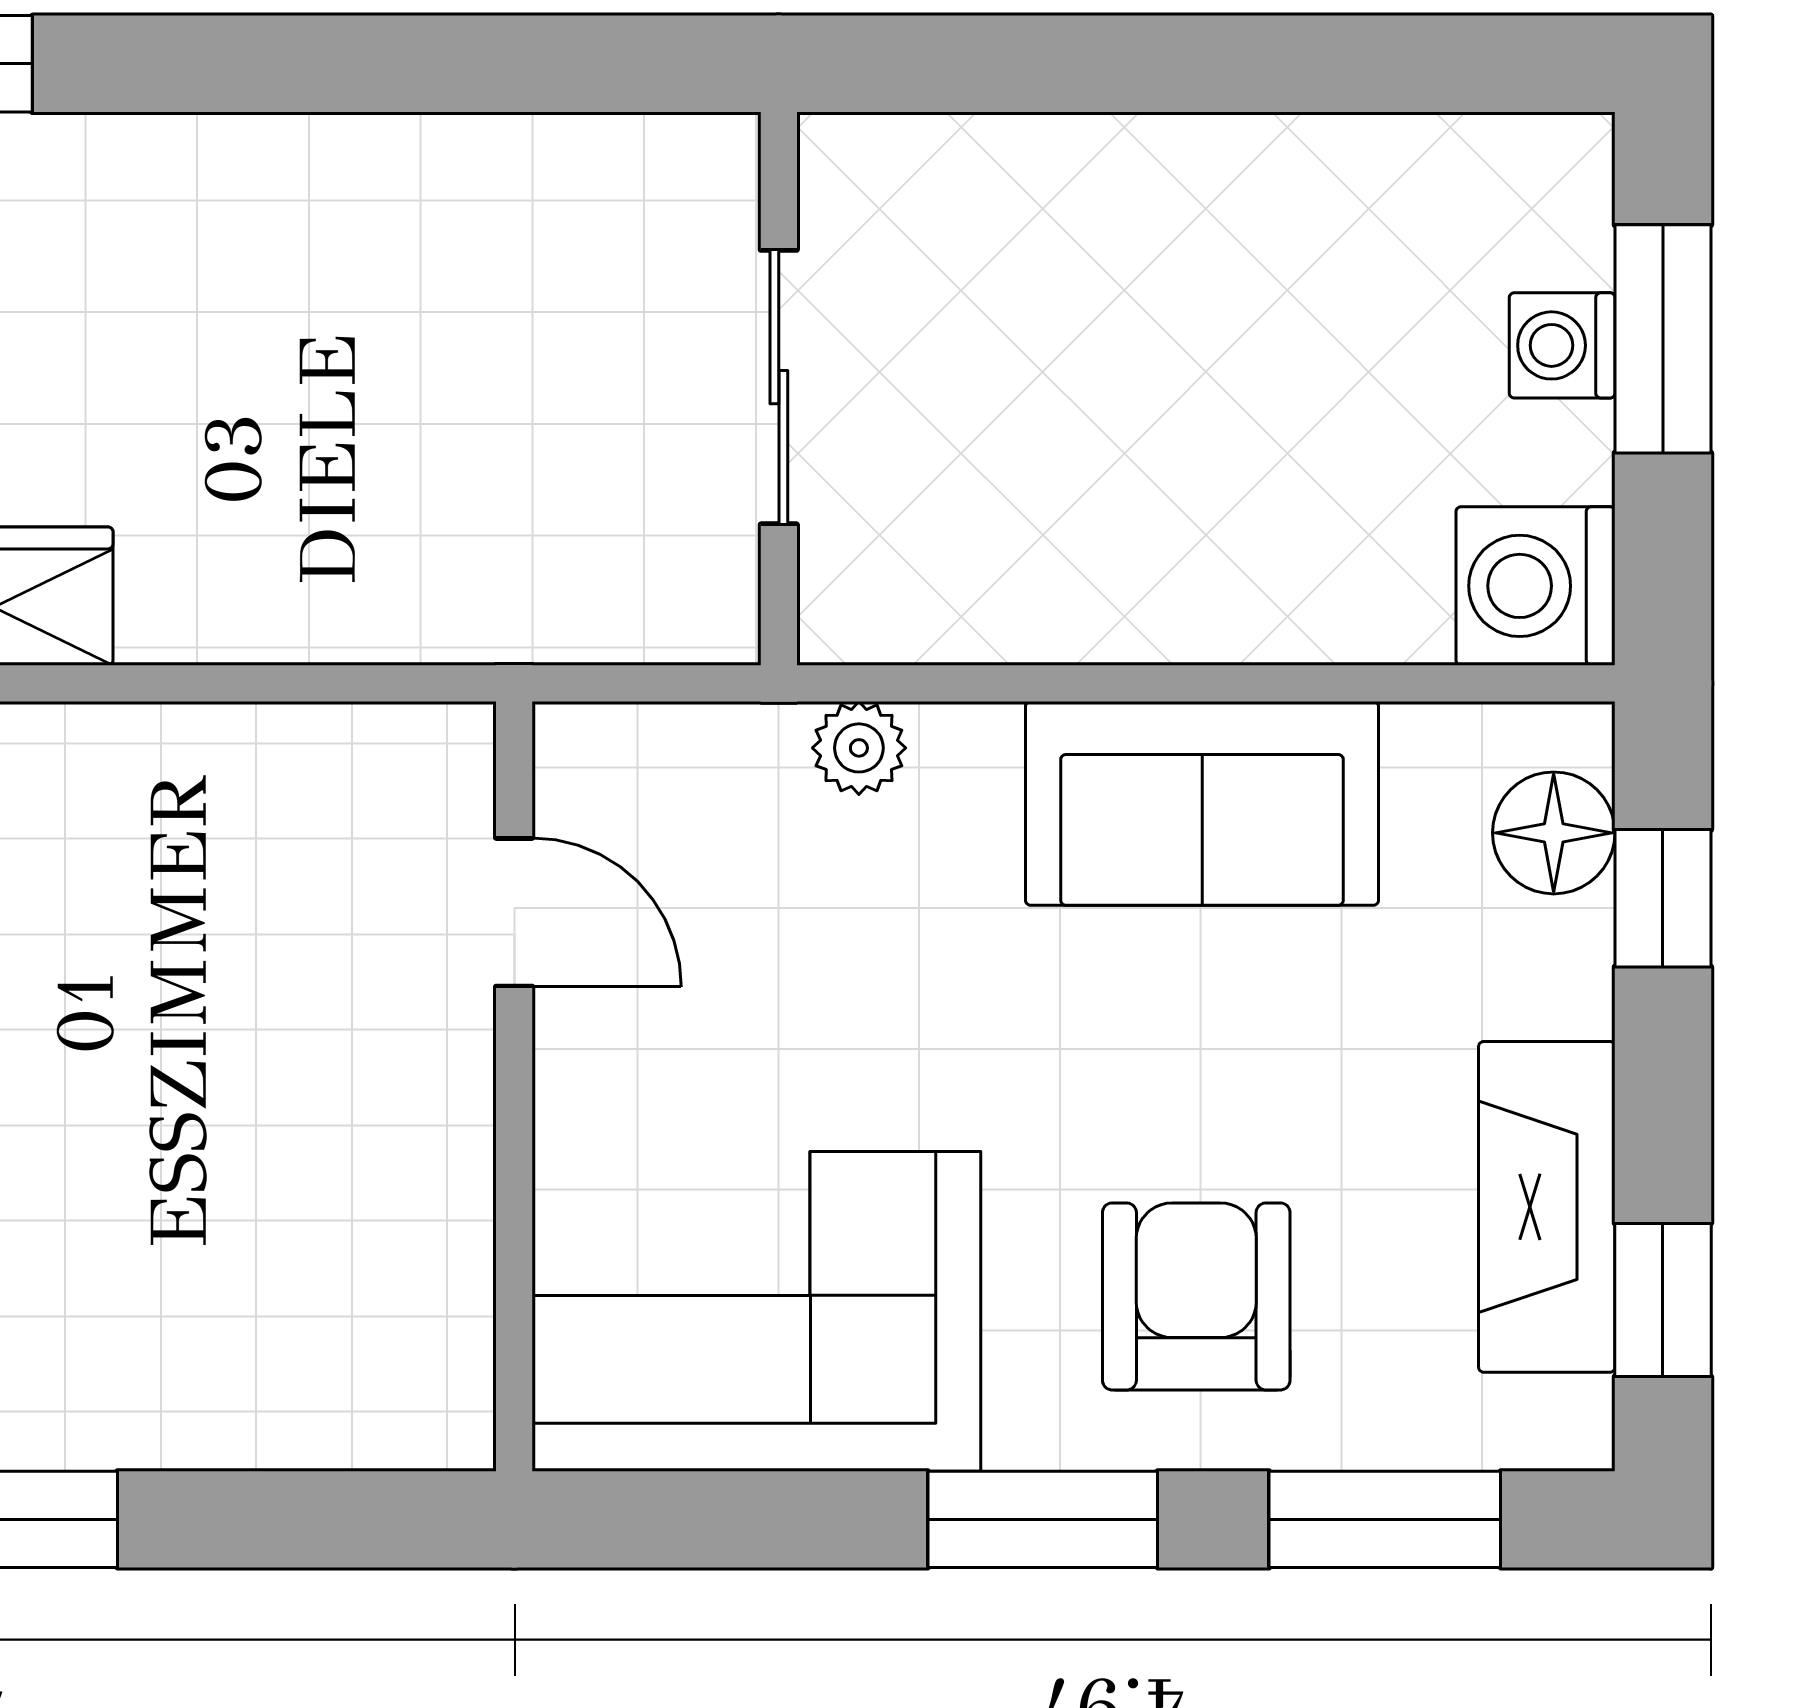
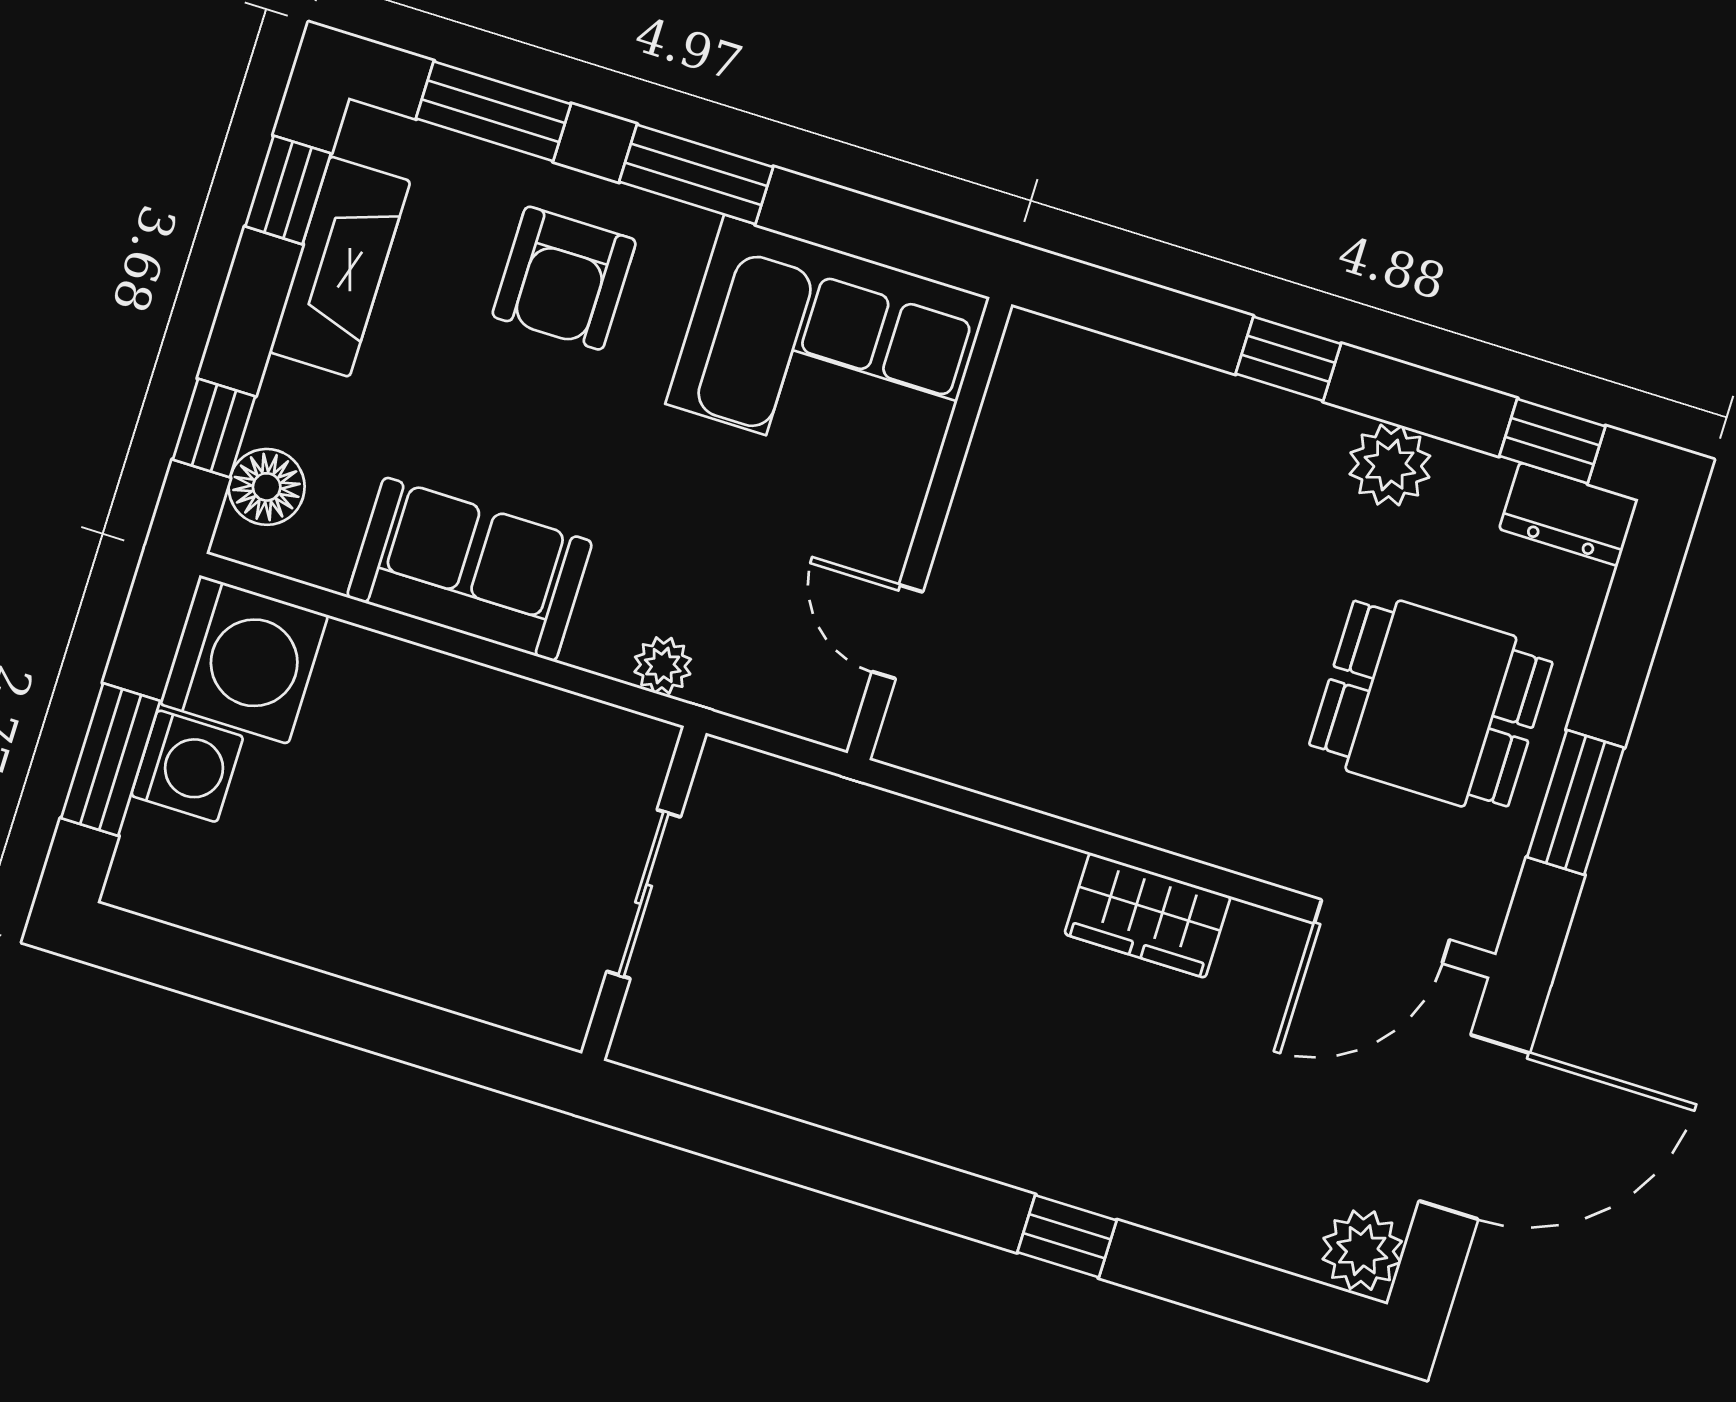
washing machine: (1562, 345) -> (187, 766), width x1.38, depth x1.38
washing machine: (1536, 586) -> (244, 660), width x1.37, depth x1.37

